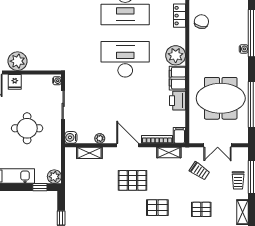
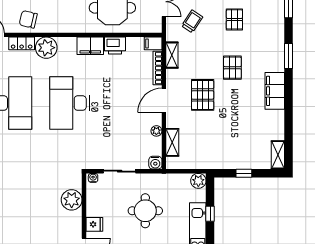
plant: (176, 55) -> (46, 48), moved
plant: (17, 61) -> (72, 200), moved
window: (40, 187) -> (210, 214), moved

